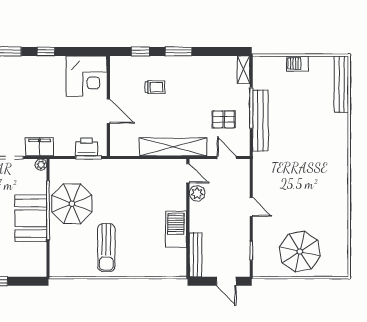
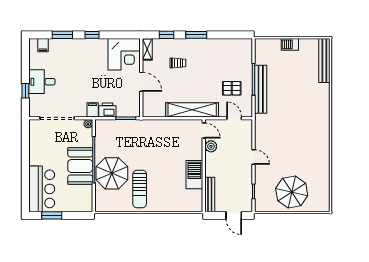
shelving: (244, 70) -> (147, 49), moved
filing cabinet: (40, 147) -> (93, 110), width x0.50
printer: (86, 147) -> (107, 110), moved
parasol: (72, 204) -> (112, 173), moved

